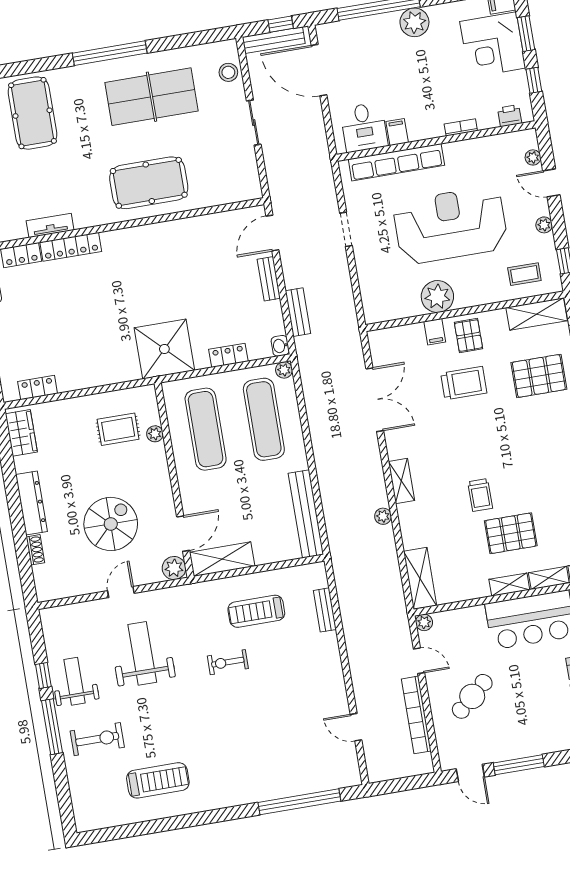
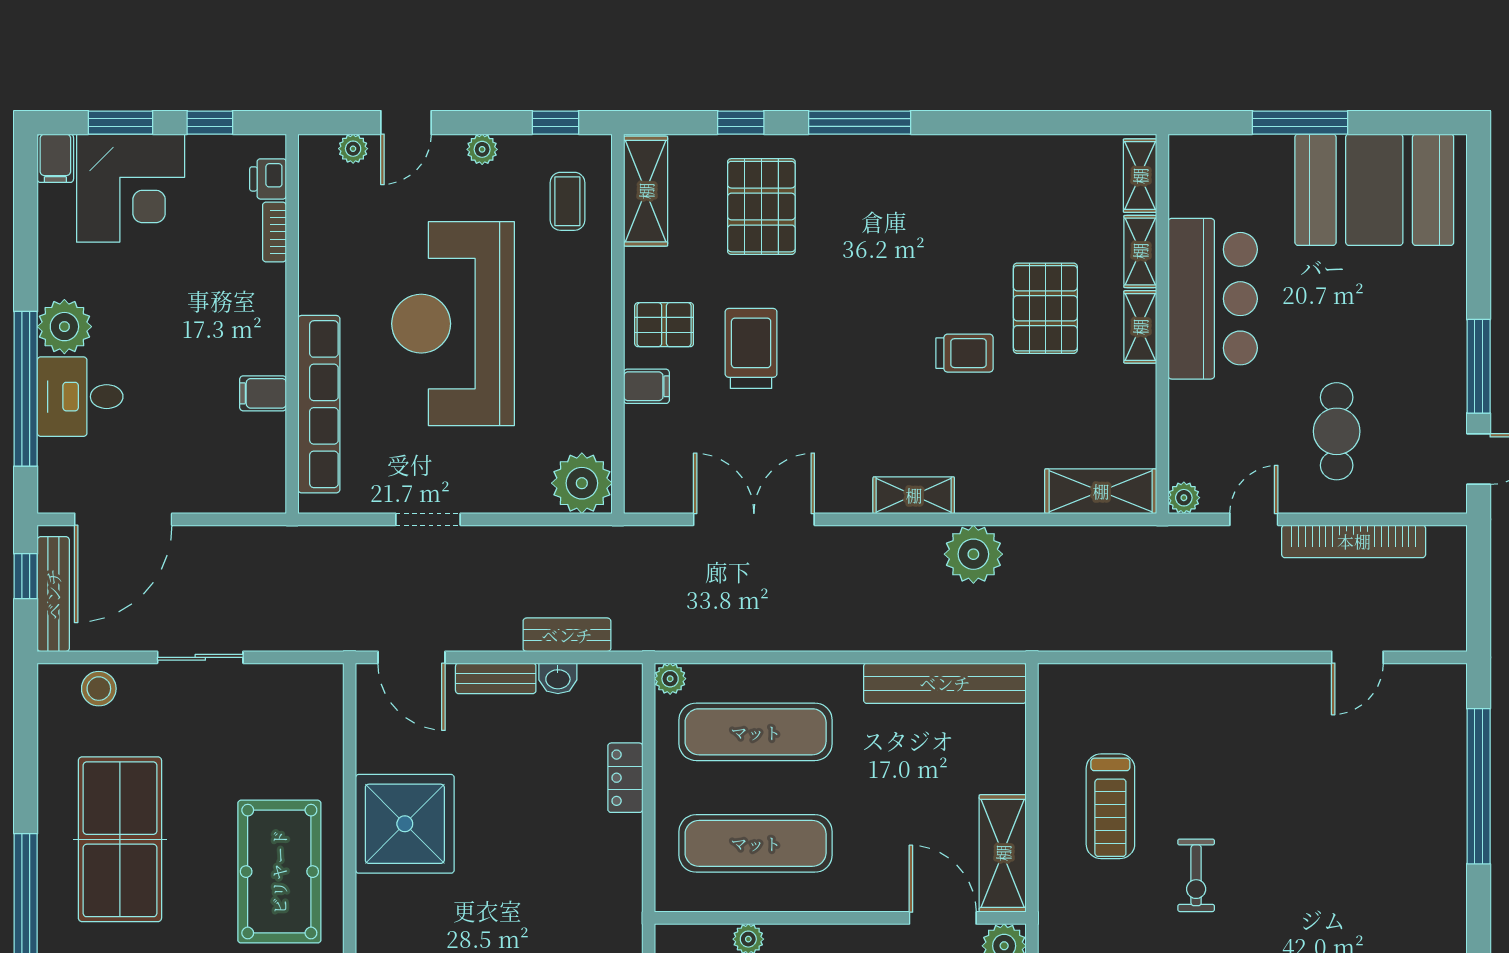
desk: (364, 127) -> (80, 397), moved, turned 180
bookcase: (461, 127) -> (274, 232), moved
plant: (437, 297) -> (582, 483), moved
washbasin: (280, 346) -> (558, 678), moved
shower: (164, 349) -> (405, 824), moved
plant: (383, 516) -> (973, 554), width x1.87, depth x1.87
bench: (325, 610) -> (1129, 678), removed
cafe table: (472, 696) -> (1337, 431), turned 41

